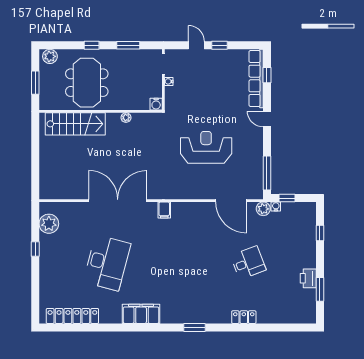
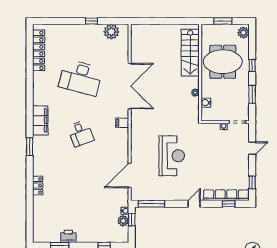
window: (219, 45) -> (252, 182), moved
water cooler: (156, 104) -> (206, 103), moved
plant: (263, 209) -> (123, 221), moved
desk: (248, 263) -> (81, 133), moved
filing cabinet: (141, 314) -> (40, 120), moved

